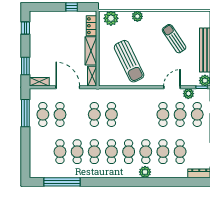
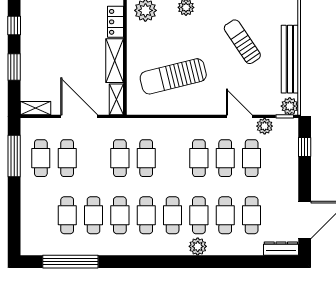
sun lounger: (129, 61) -> (173, 76), turned 102
window: (25, 66) -> (14, 67), moved
door: (172, 87) -> (239, 116), hinge flipped
cafe table: (197, 114) -> (199, 158), moved

